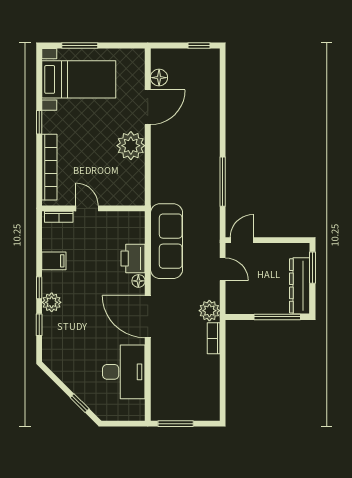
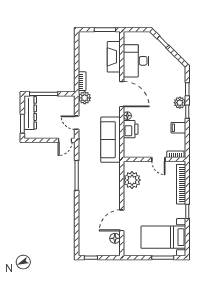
plant: (131, 146) -> (132, 180), moved
fireplace: (161, 378) -> (114, 57), added

